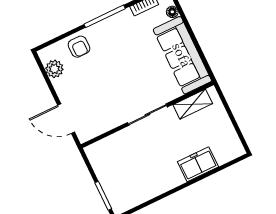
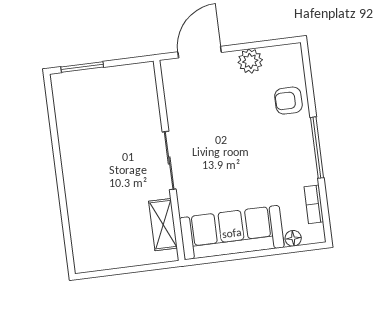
plant: (54, 69) -> (250, 61), moved
freezer: (198, 164) -> (82, 205), removed

